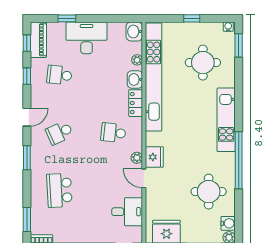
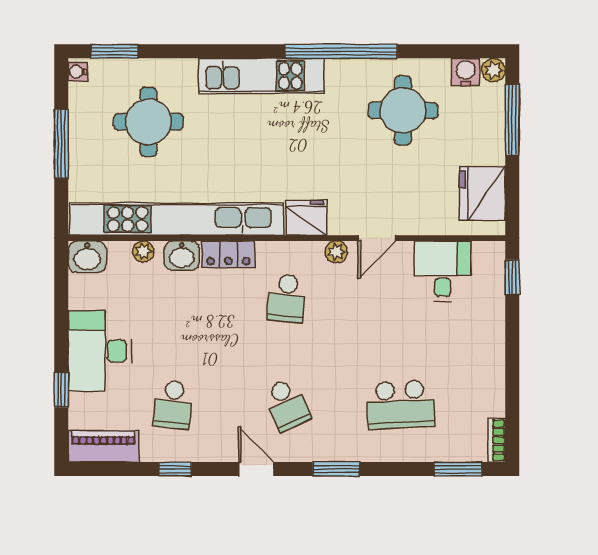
window: (192, 18) -> (61, 144), width x2.17
window: (27, 43) -> (110, 469), removed
fridge: (154, 157) -> (306, 218), moved

